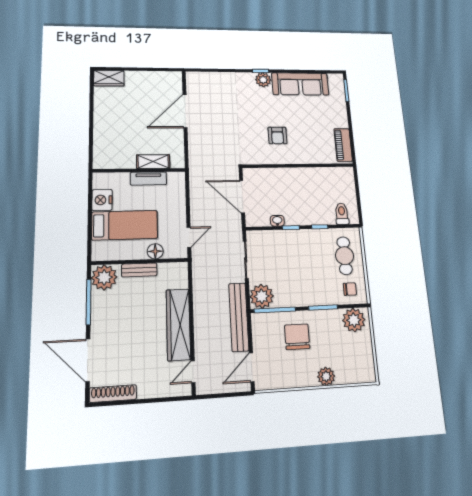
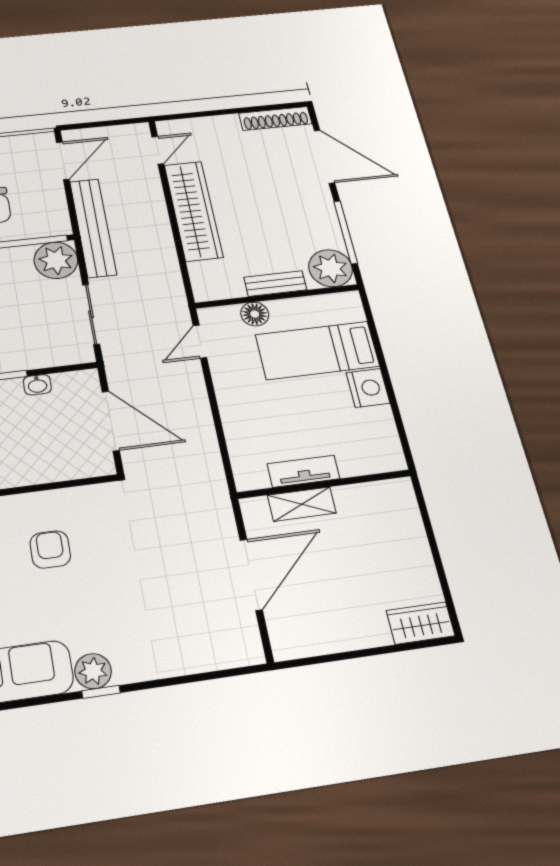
shelving: (153, 162) -> (302, 504), moved
wall: (139, 170) -> (324, 484), moved
tv unit: (148, 178) -> (304, 471), moved

